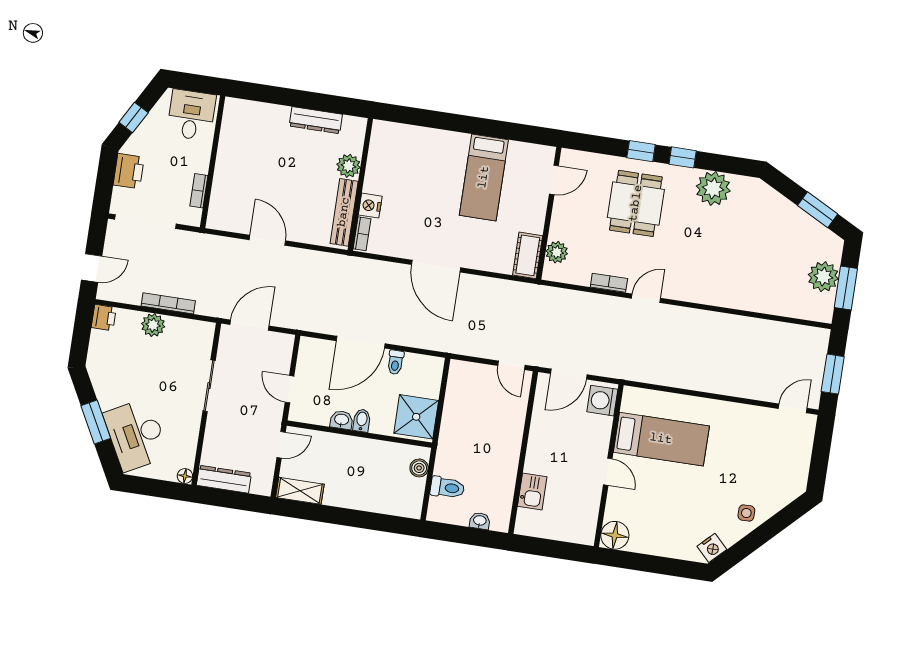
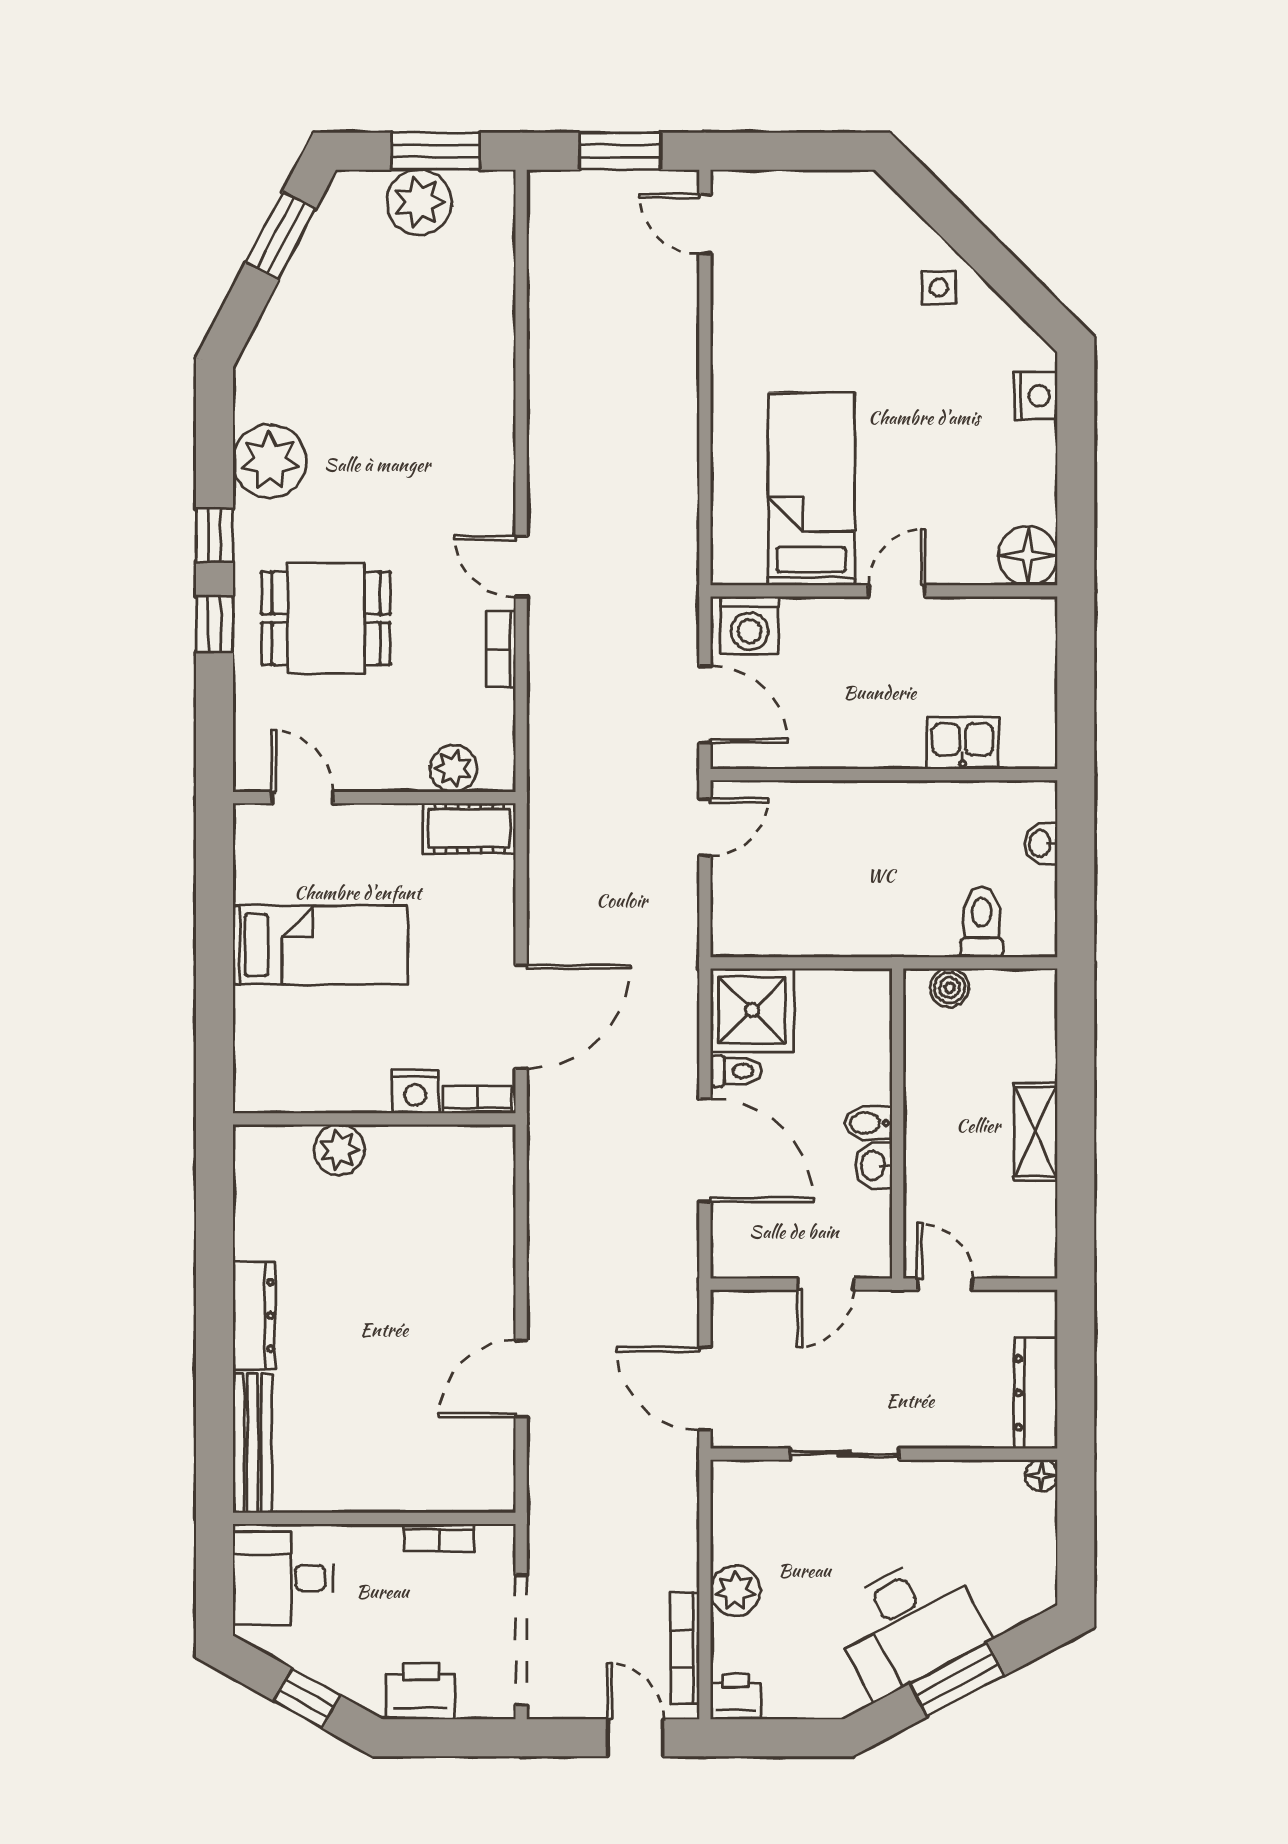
plant: (348, 166) -> (339, 1150), moved
wall: (360, 184) -> (374, 1119), moved
nightstand: (370, 206) -> (415, 1092), moved
bench: (344, 212) -> (252, 1443), moved, turned 90
bookcase: (362, 234) -> (477, 1100), moved
bookcase: (168, 303) -> (685, 1648), moved
shower: (416, 417) -> (752, 1010), moved
desk: (136, 435) -> (909, 1624), moved
shelving: (300, 491) -> (1036, 1132), moved
nightstand: (712, 548) -> (1036, 396), moved, turned 45

